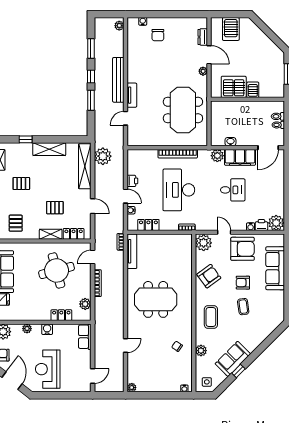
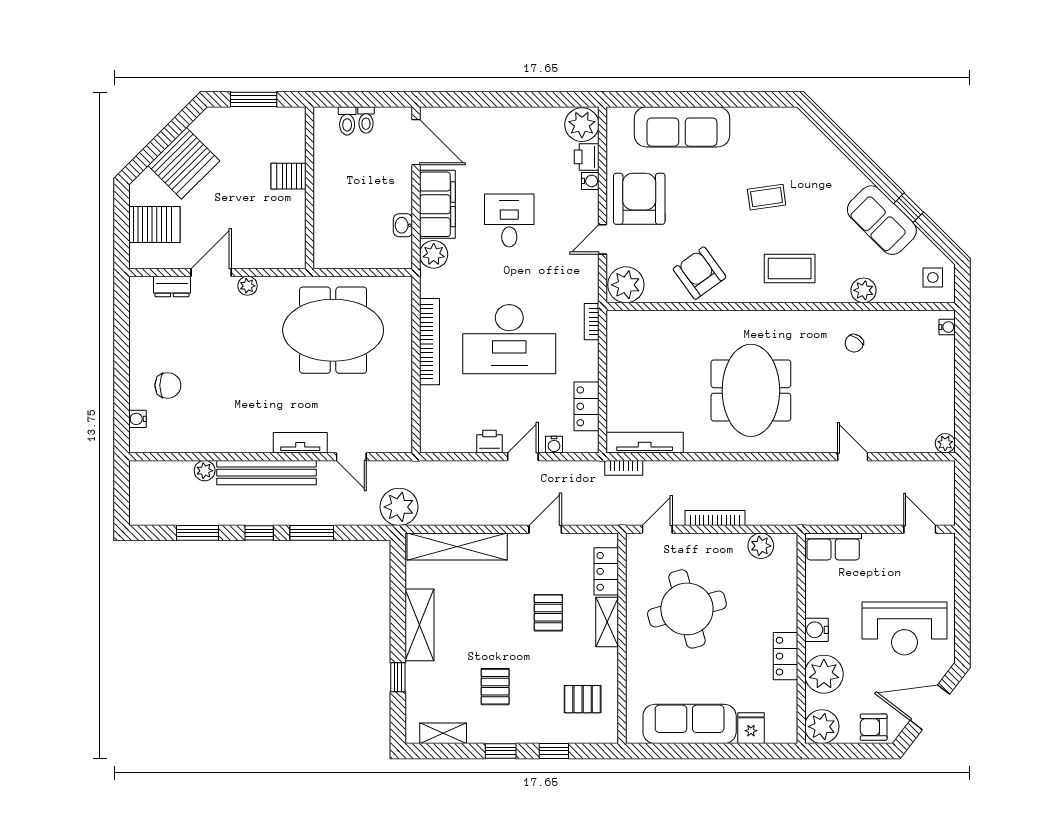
plant: (119, 26) -> (205, 471), moved
server rack: (234, 87) -> (184, 163), moved, turned -135
plant: (103, 156) -> (399, 507), moved
door: (93, 257) -> (657, 529), swing flipped
armchair: (243, 283) -> (714, 198), removed
locker: (61, 315) -> (786, 656), moved
plant: (27, 329) -> (824, 674), width x1.88, depth x1.88

